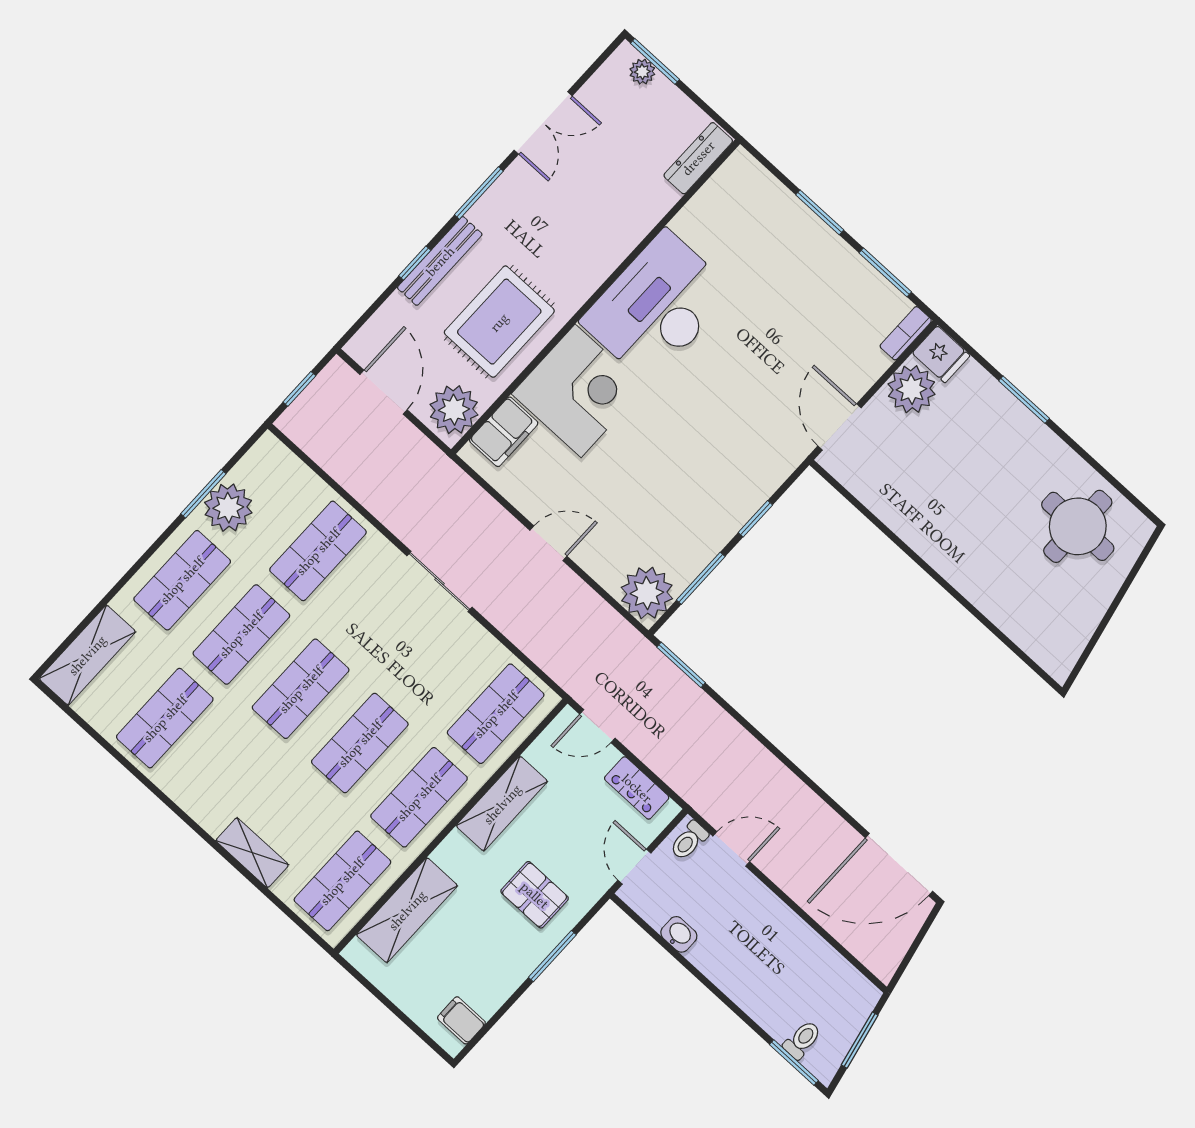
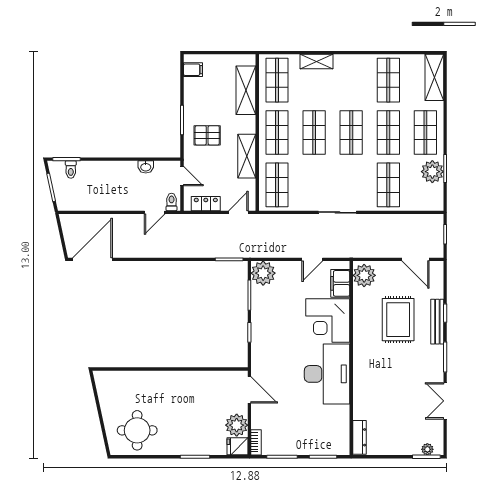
dresser: (698, 158) -> (359, 437), moved
wall: (596, 297) -> (351, 358), moved
desk: (657, 307) -> (327, 374), moved
corner desk: (578, 391) -> (328, 321), moved
plant: (454, 410) -> (364, 275), moved
filing cabinet: (504, 432) -> (340, 283), moved

